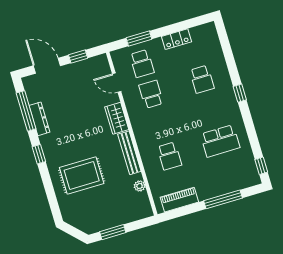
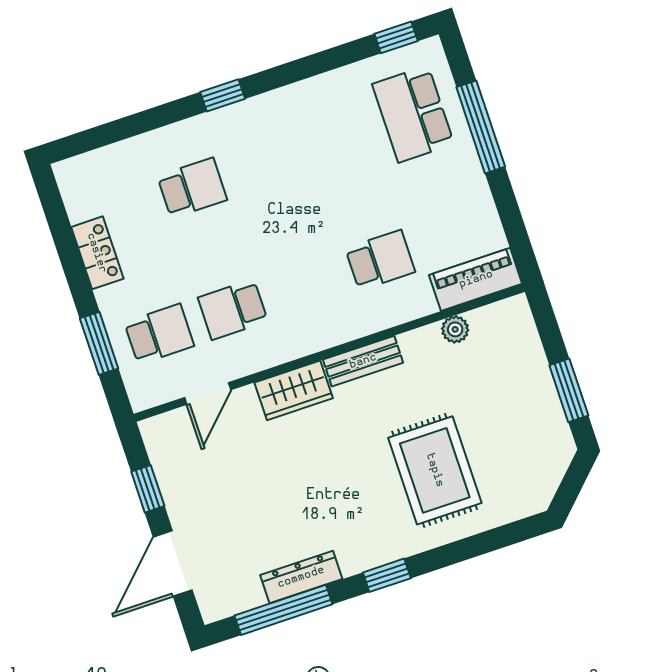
school desk: (220, 141) -> (413, 114), moved, turned 180
bench: (129, 153) -> (363, 361), width x0.73
piano: (179, 200) -> (476, 279), moved, turned 90

